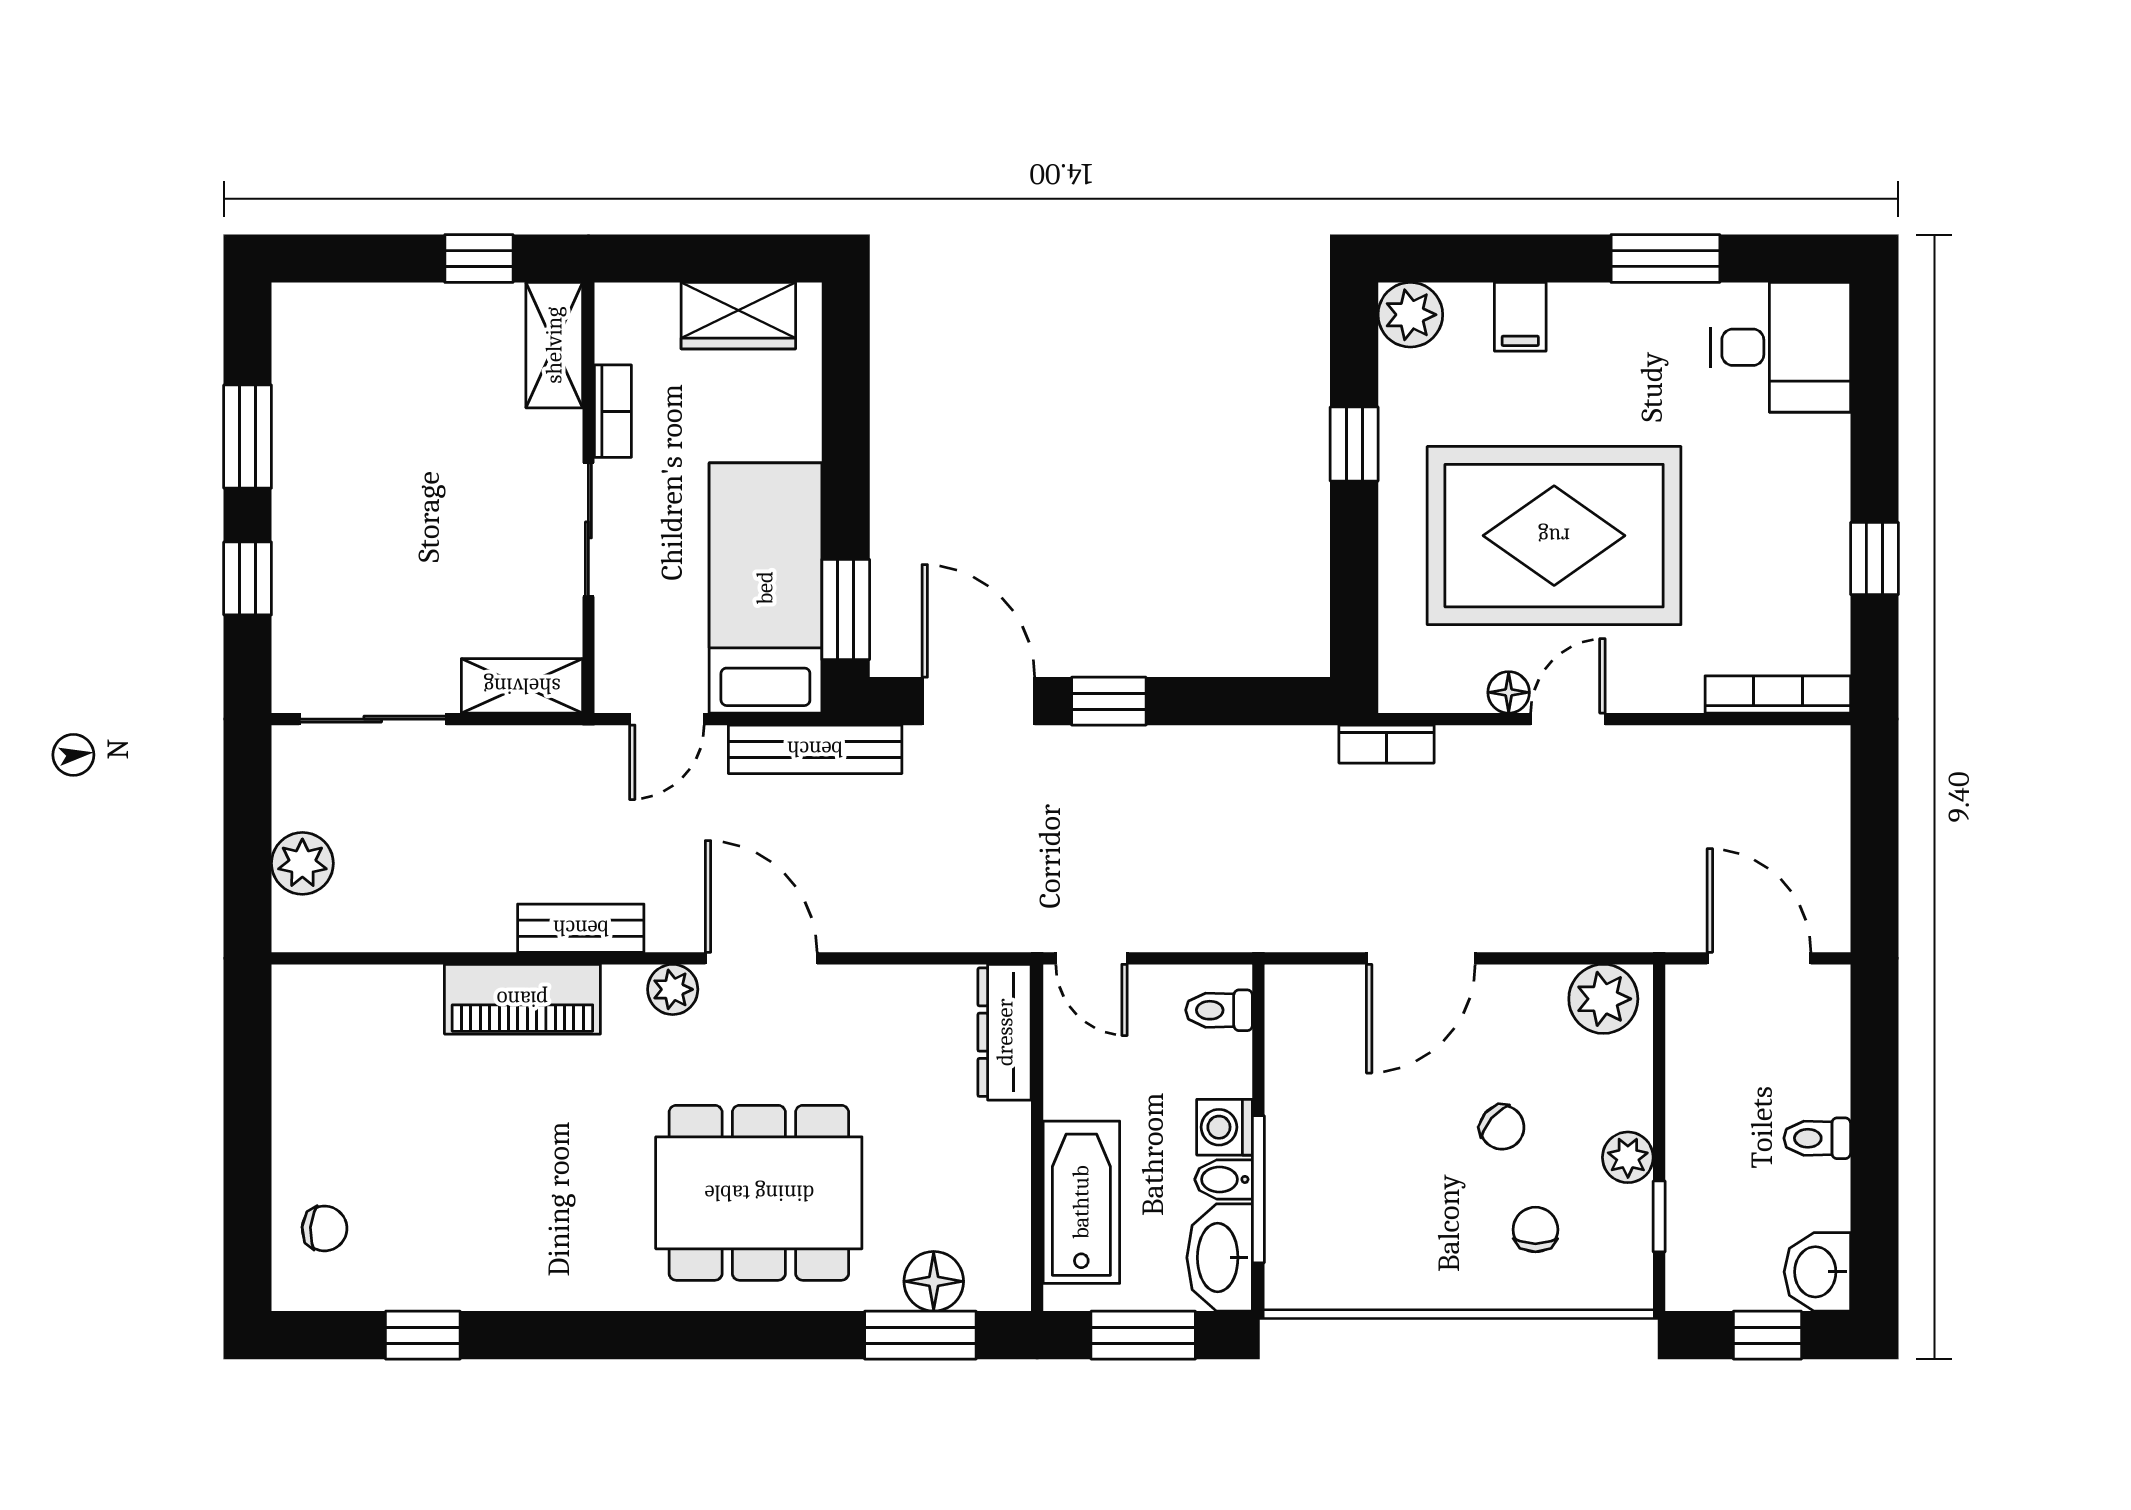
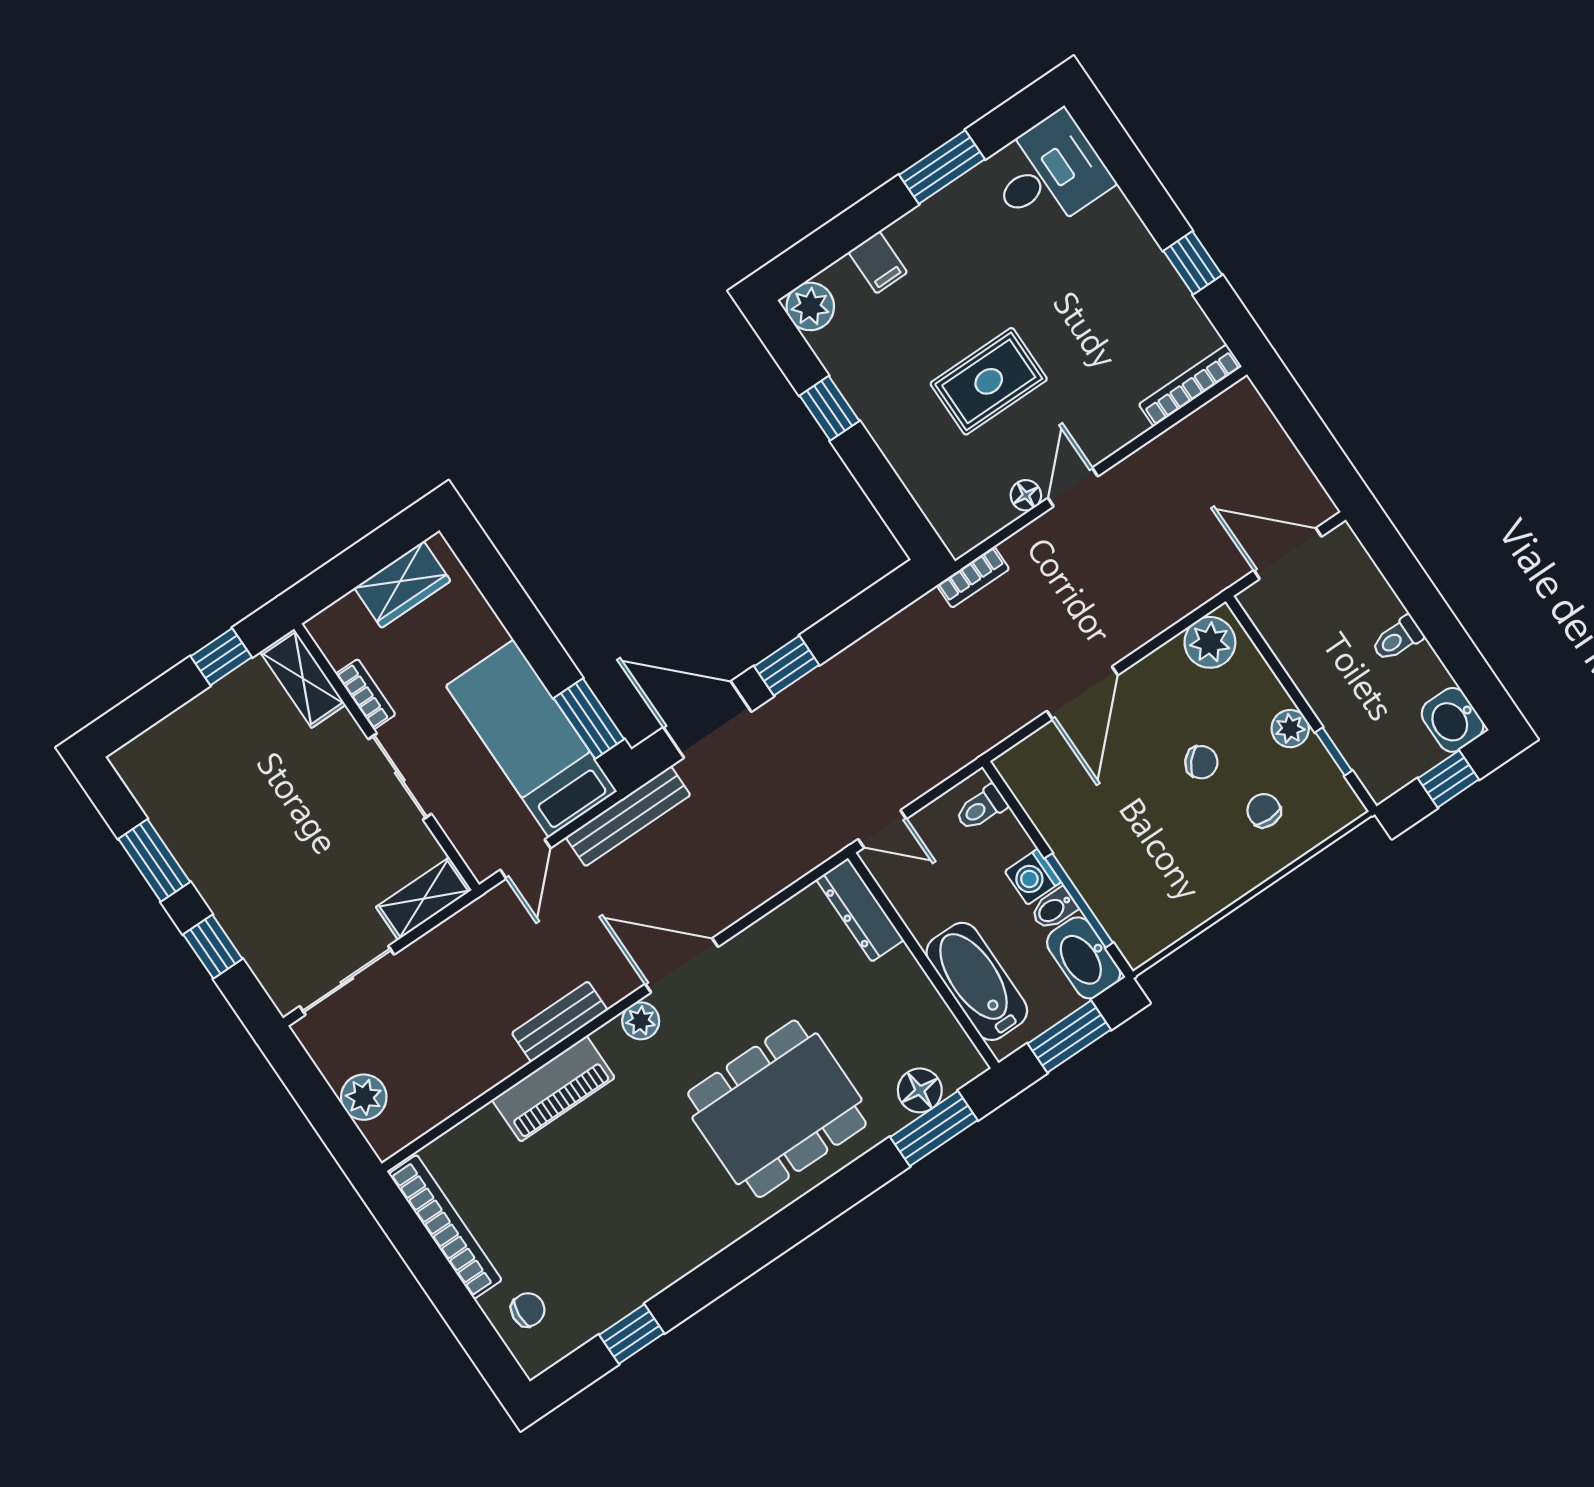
rug: (1554, 536) -> (989, 381), width x0.54, depth x0.49
bookcase: (295, 1072) -> (445, 1227), added

